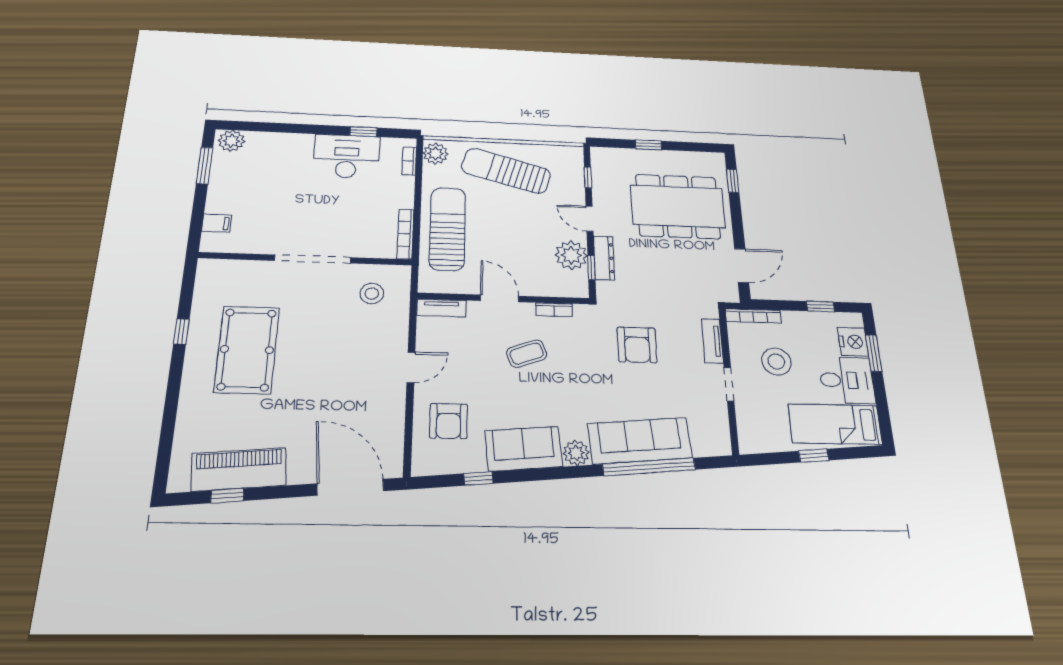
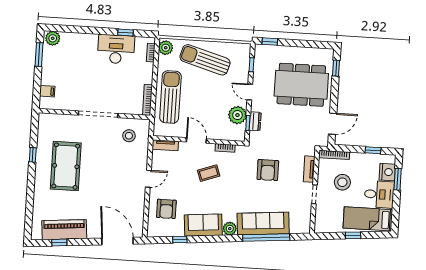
window: (649, 145) -> (270, 42), moved
dresser: (604, 258) -> (255, 121), width x0.70

